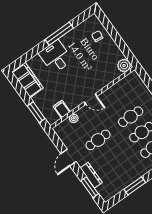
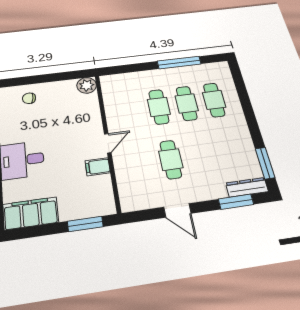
filing cabinet: (62, 109) -> (98, 167), moved
plant: (74, 118) -> (123, 177), removed
dresser: (91, 175) -> (247, 187), moved
window: (135, 186) -> (265, 163), moved

